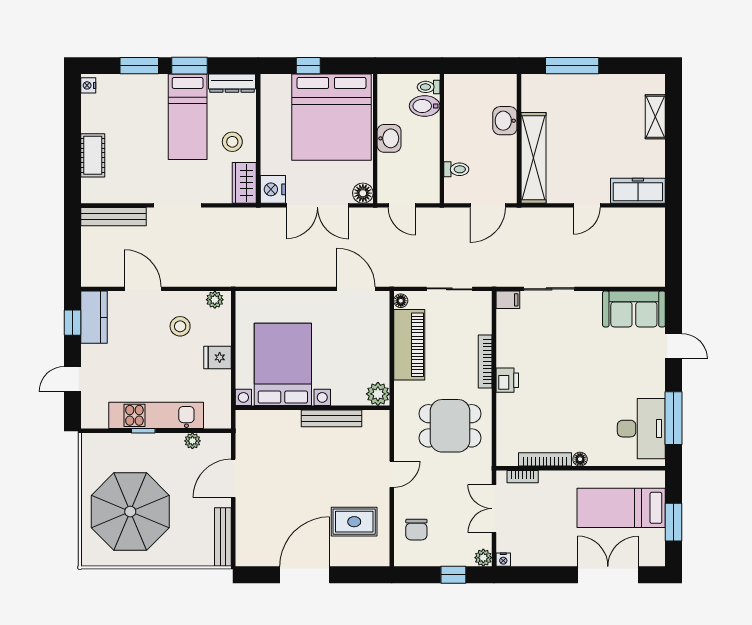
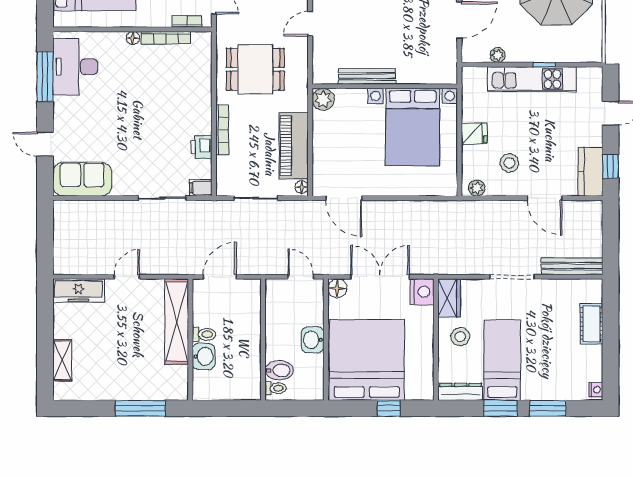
toilet: (456, 169) -> (204, 334), moved, turned 180
printer: (507, 380) -> (201, 147), moved

